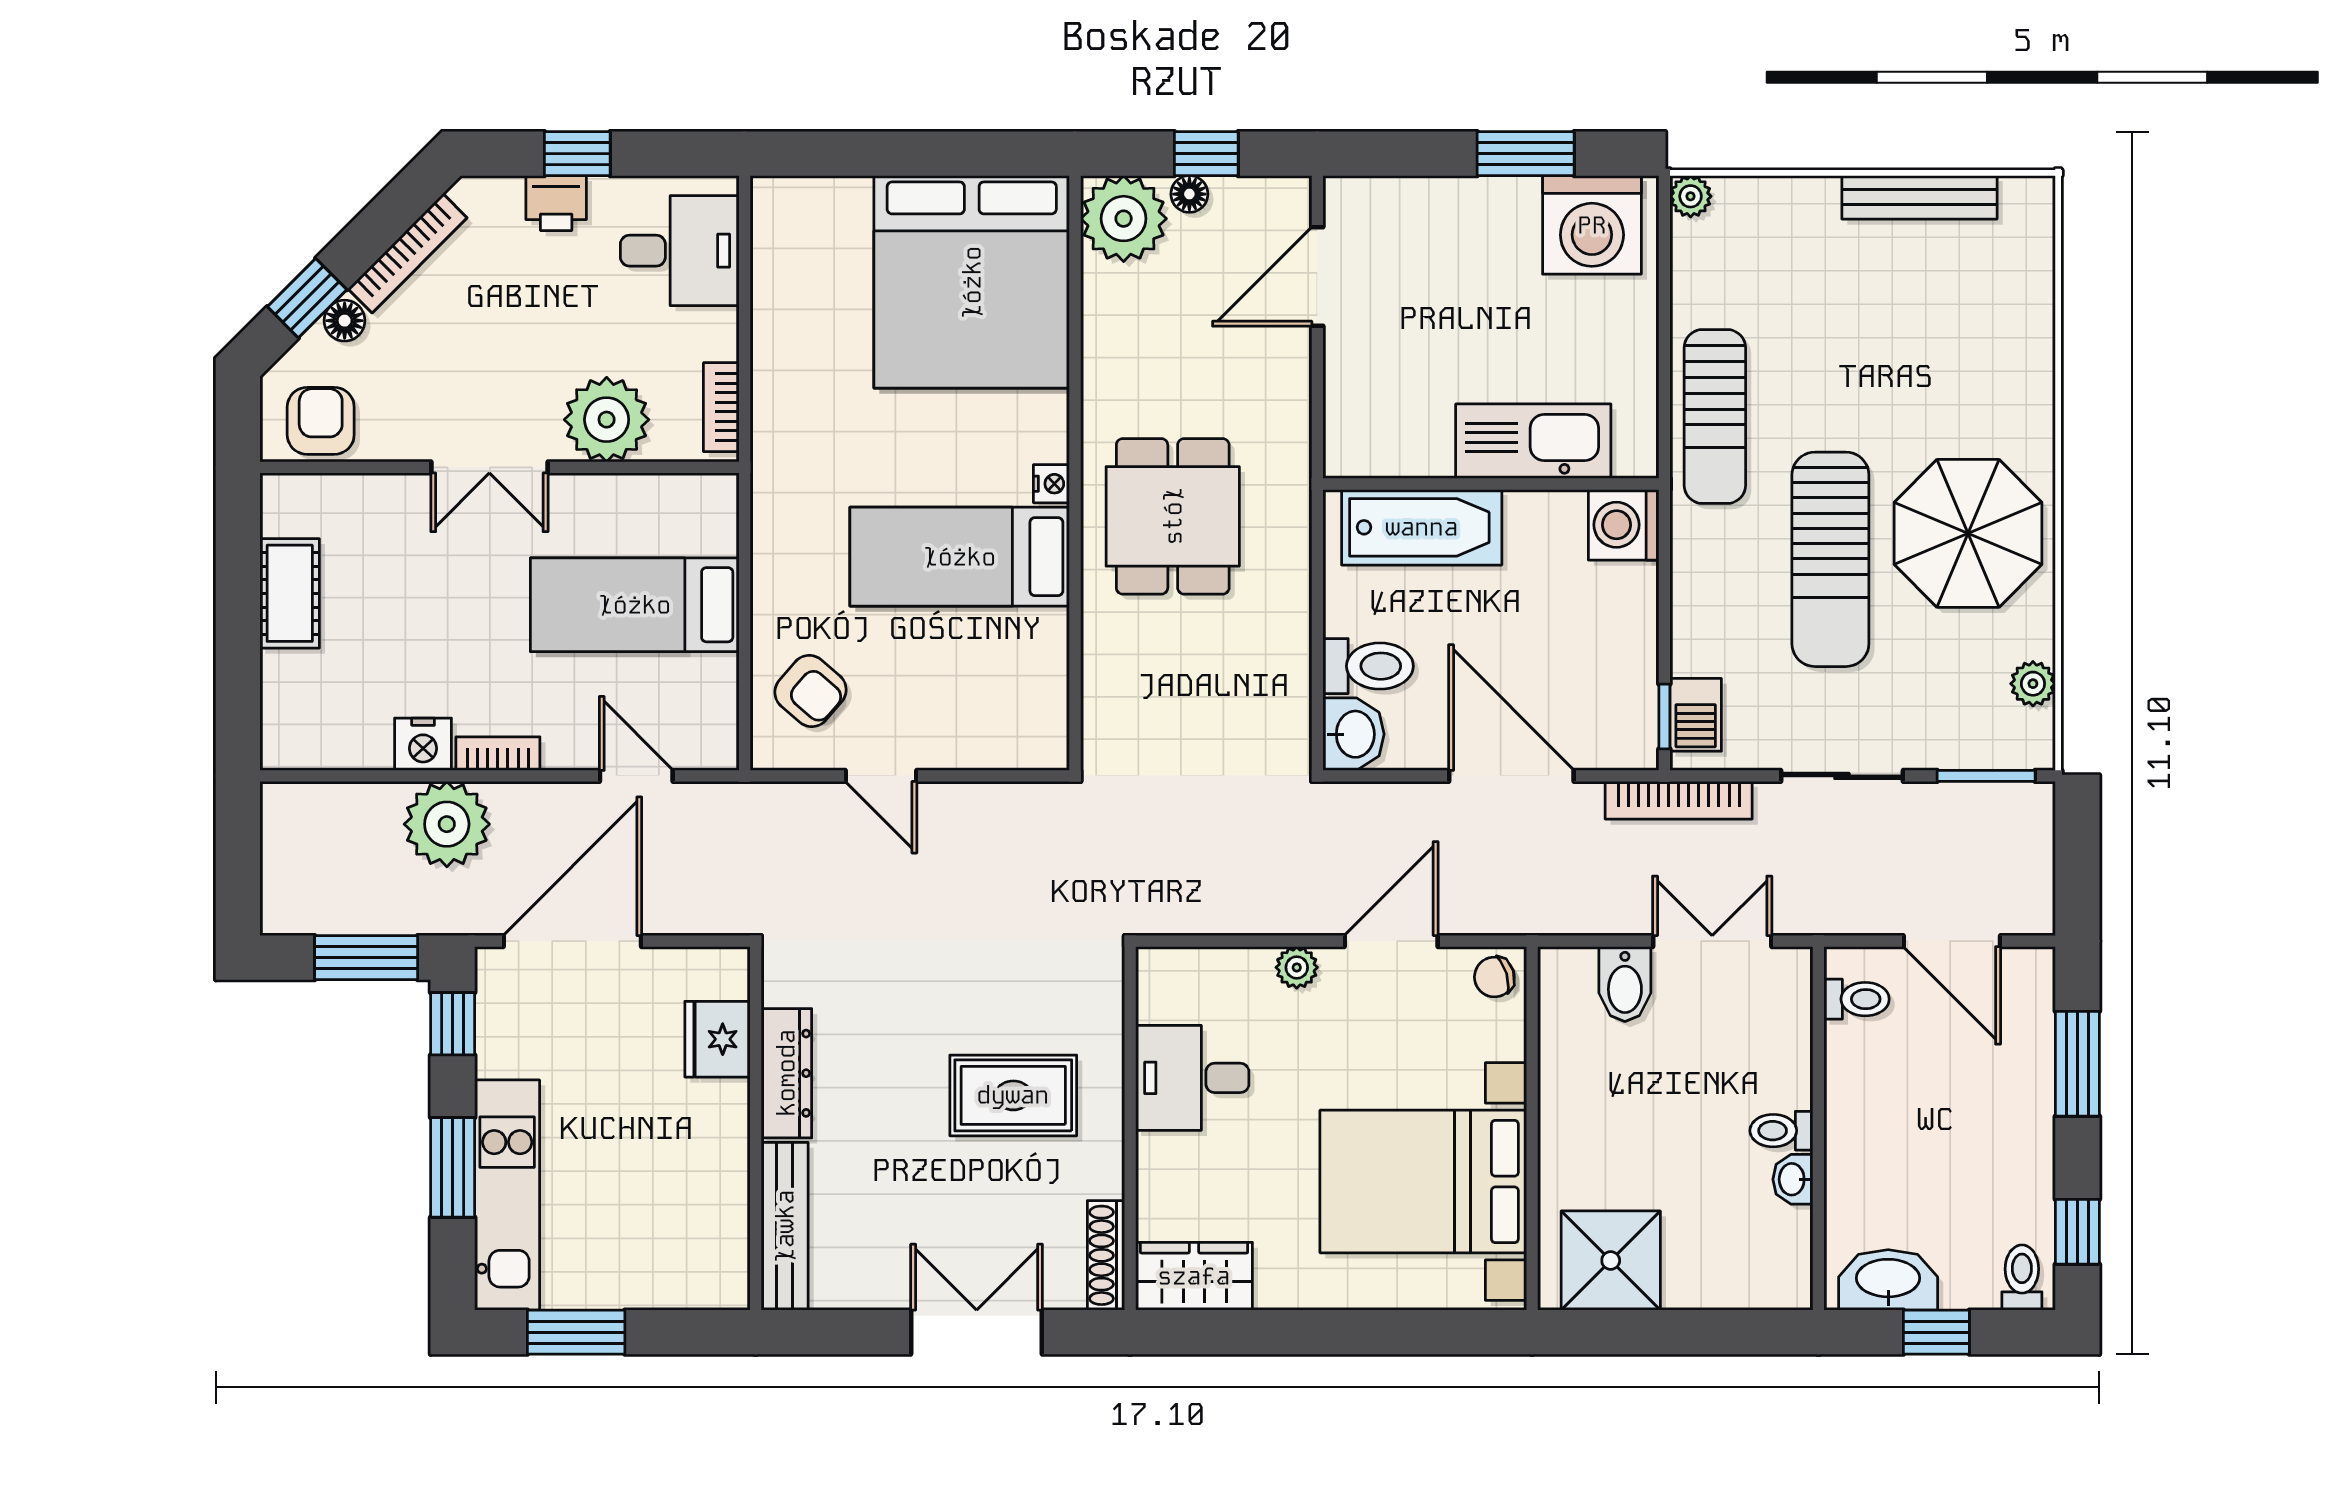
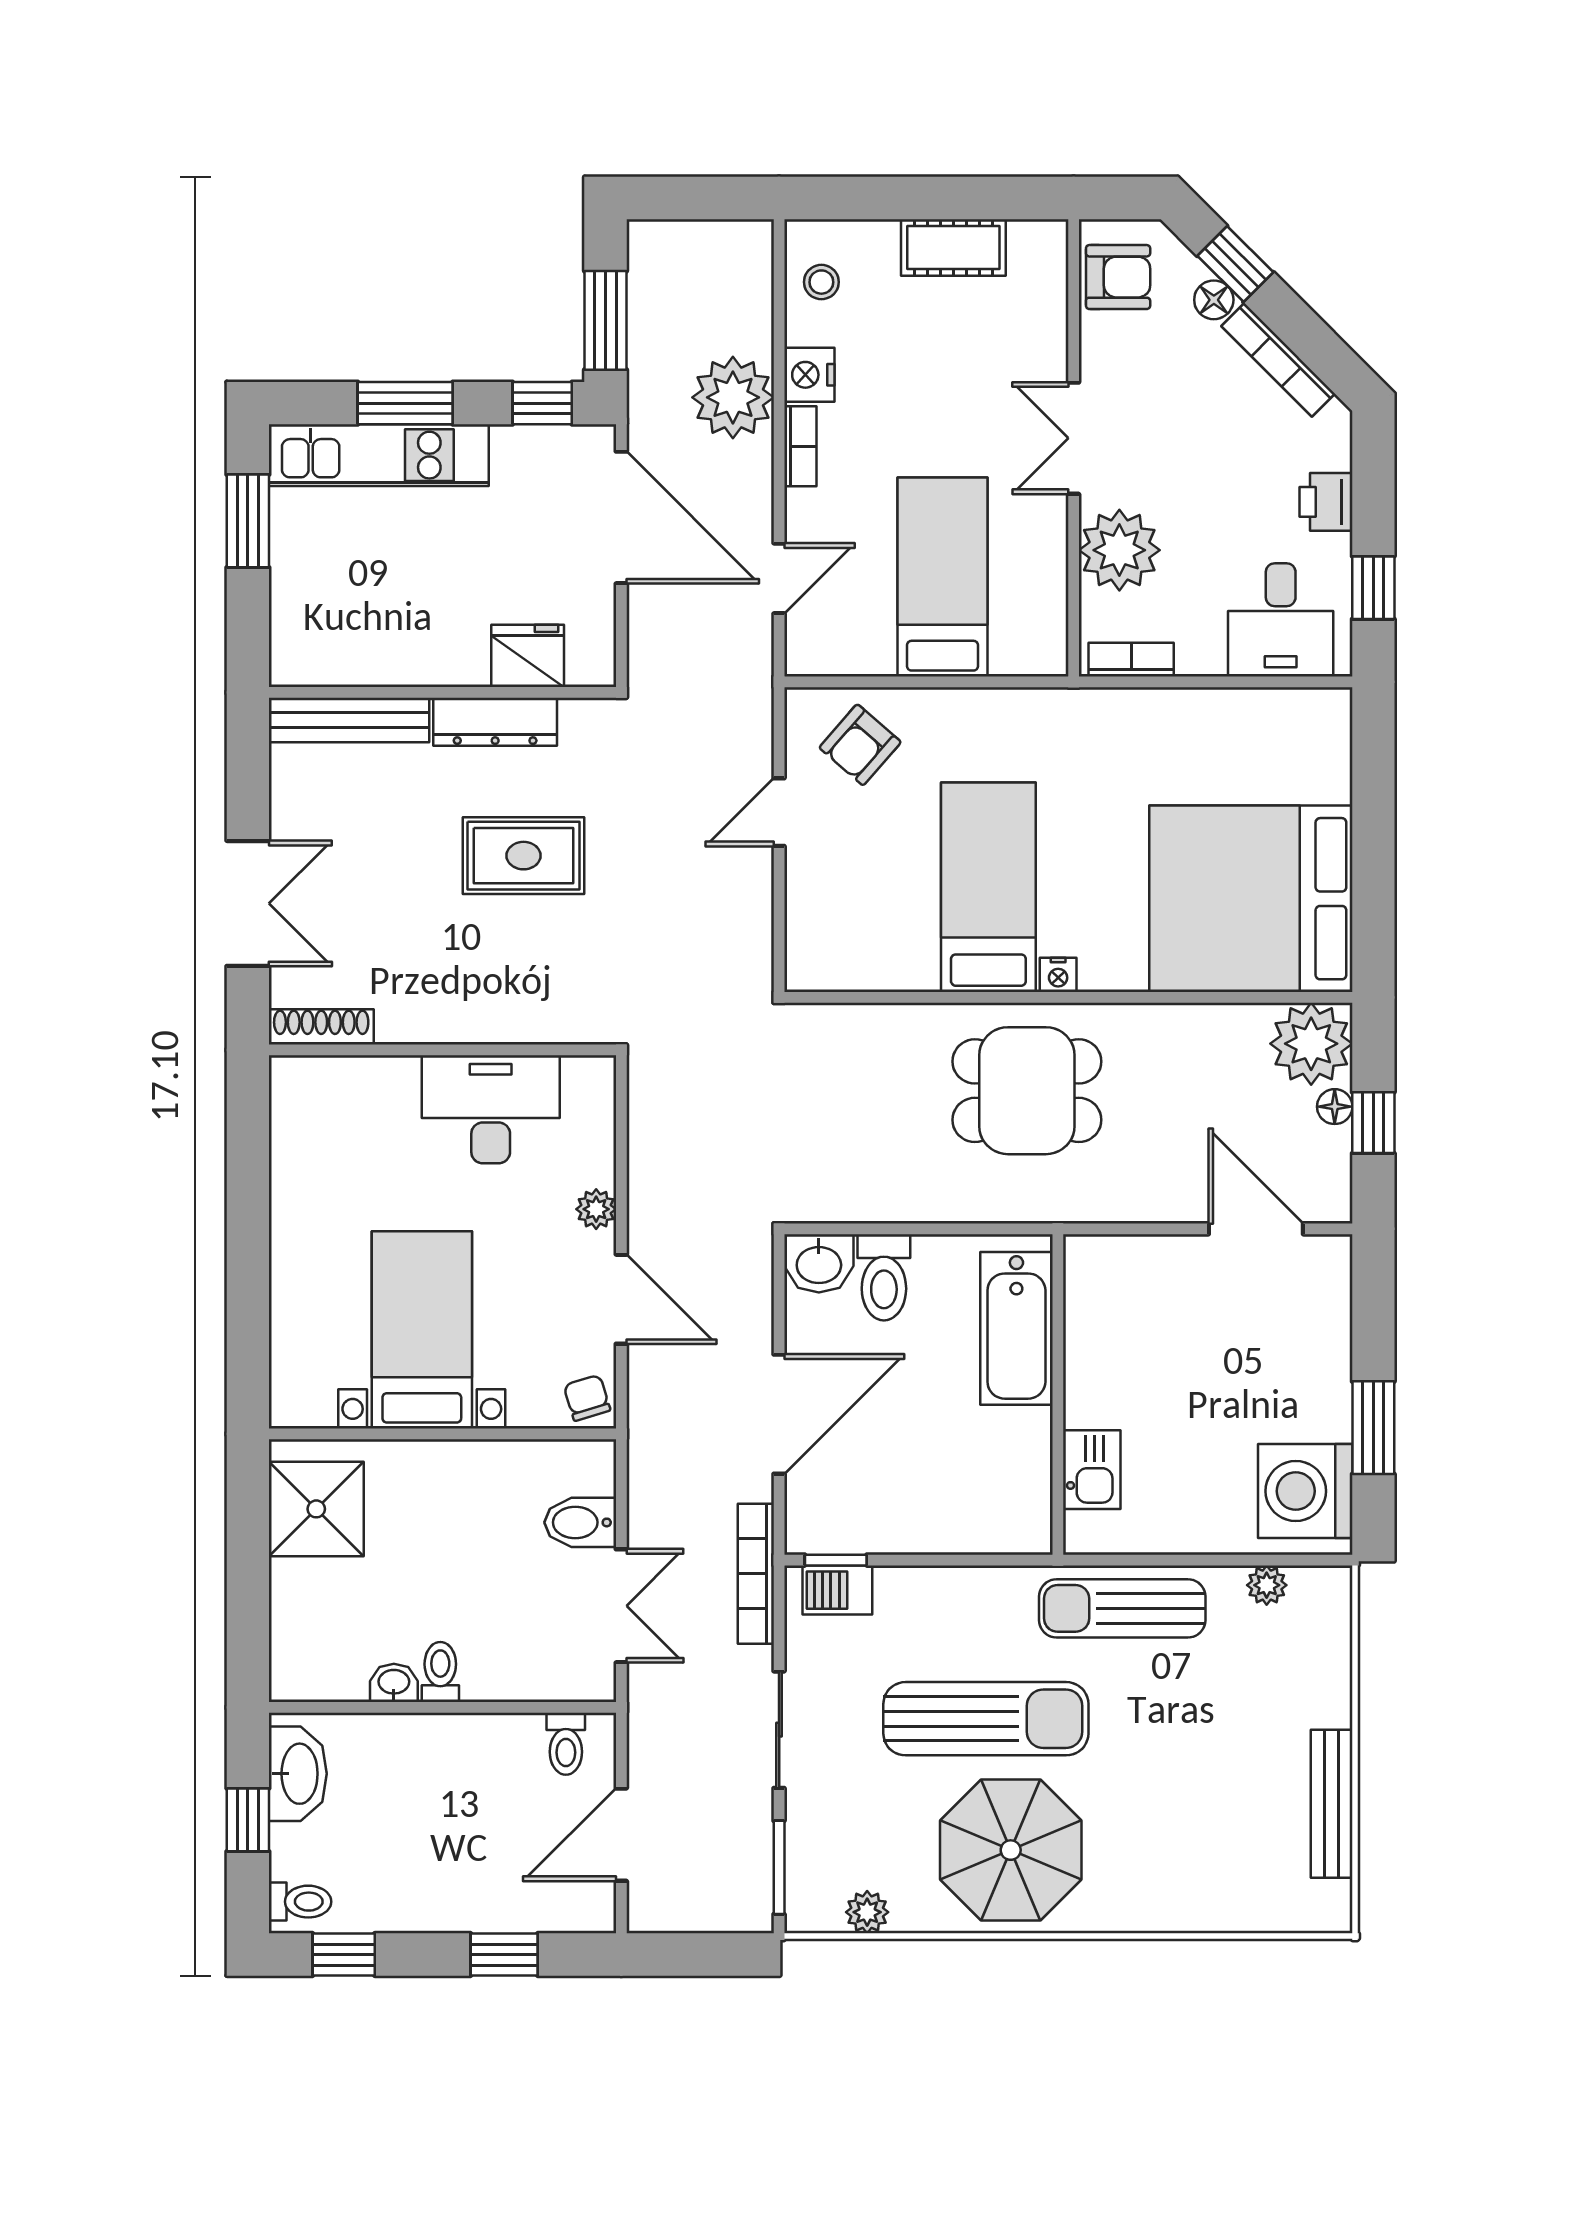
window: (577, 154) -> (1373, 588), moved
plant: (1691, 196) -> (1267, 1585), moved
kitchen sink: (1533, 441) -> (1092, 1470), width x0.53, depth x0.81
washing machine: (1624, 525) -> (1019, 1521), removed
sun lounger: (1830, 559) -> (986, 1719), turned 180
stool: (326, 732) -> (821, 282), added
window: (2077, 1064) -> (504, 1955), width x0.67
desk: (1192, 1078) -> (491, 1109), width x1.37
rug: (1013, 1095) -> (524, 856), moved, turned 90
bed with nightstands: (1423, 1182) -> (422, 1330), width x0.73
wardrobe: (1194, 1276) -> (301, 1111), removed

